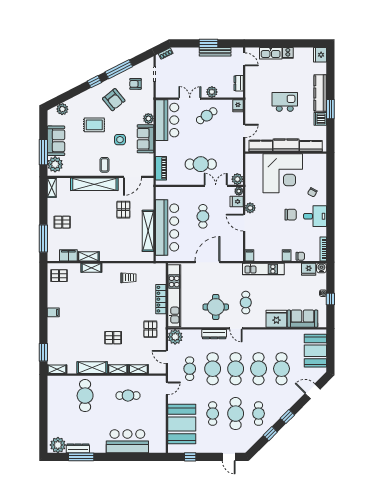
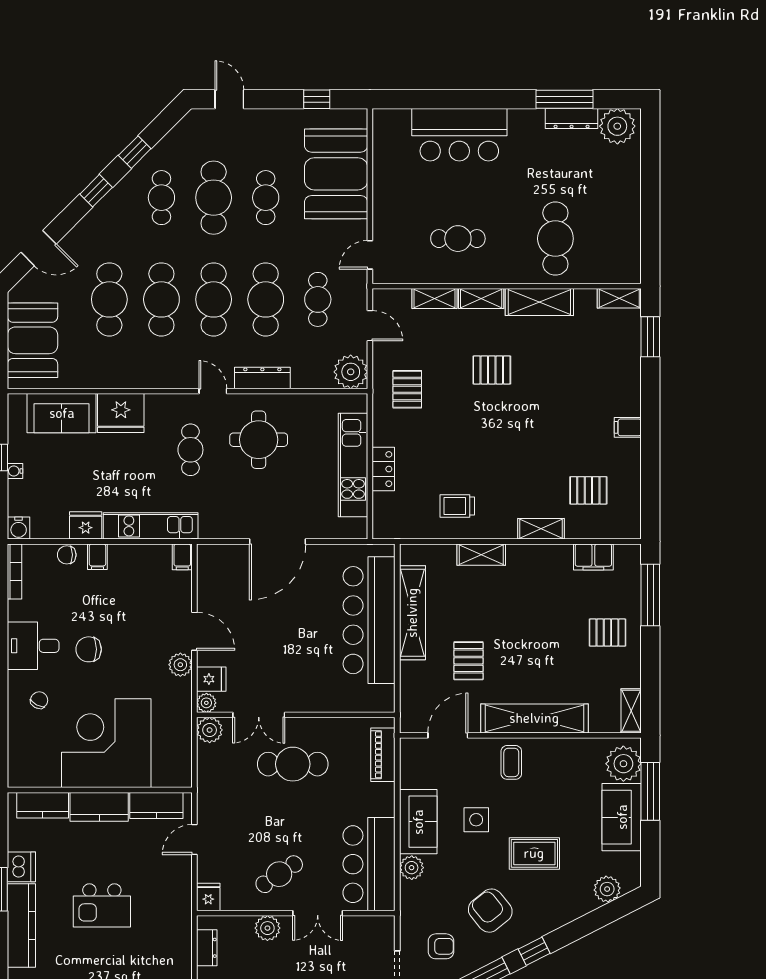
cafe table: (203, 216) -> (288, 646), removed
shelving: (88, 256) -> (481, 555), moved
fridge: (309, 269) -> (86, 525), moved
pallet: (59, 276) -> (588, 490), moved
kitchen unit: (174, 296) -> (353, 465), width x0.73
locker: (161, 299) -> (383, 469), width x0.66

